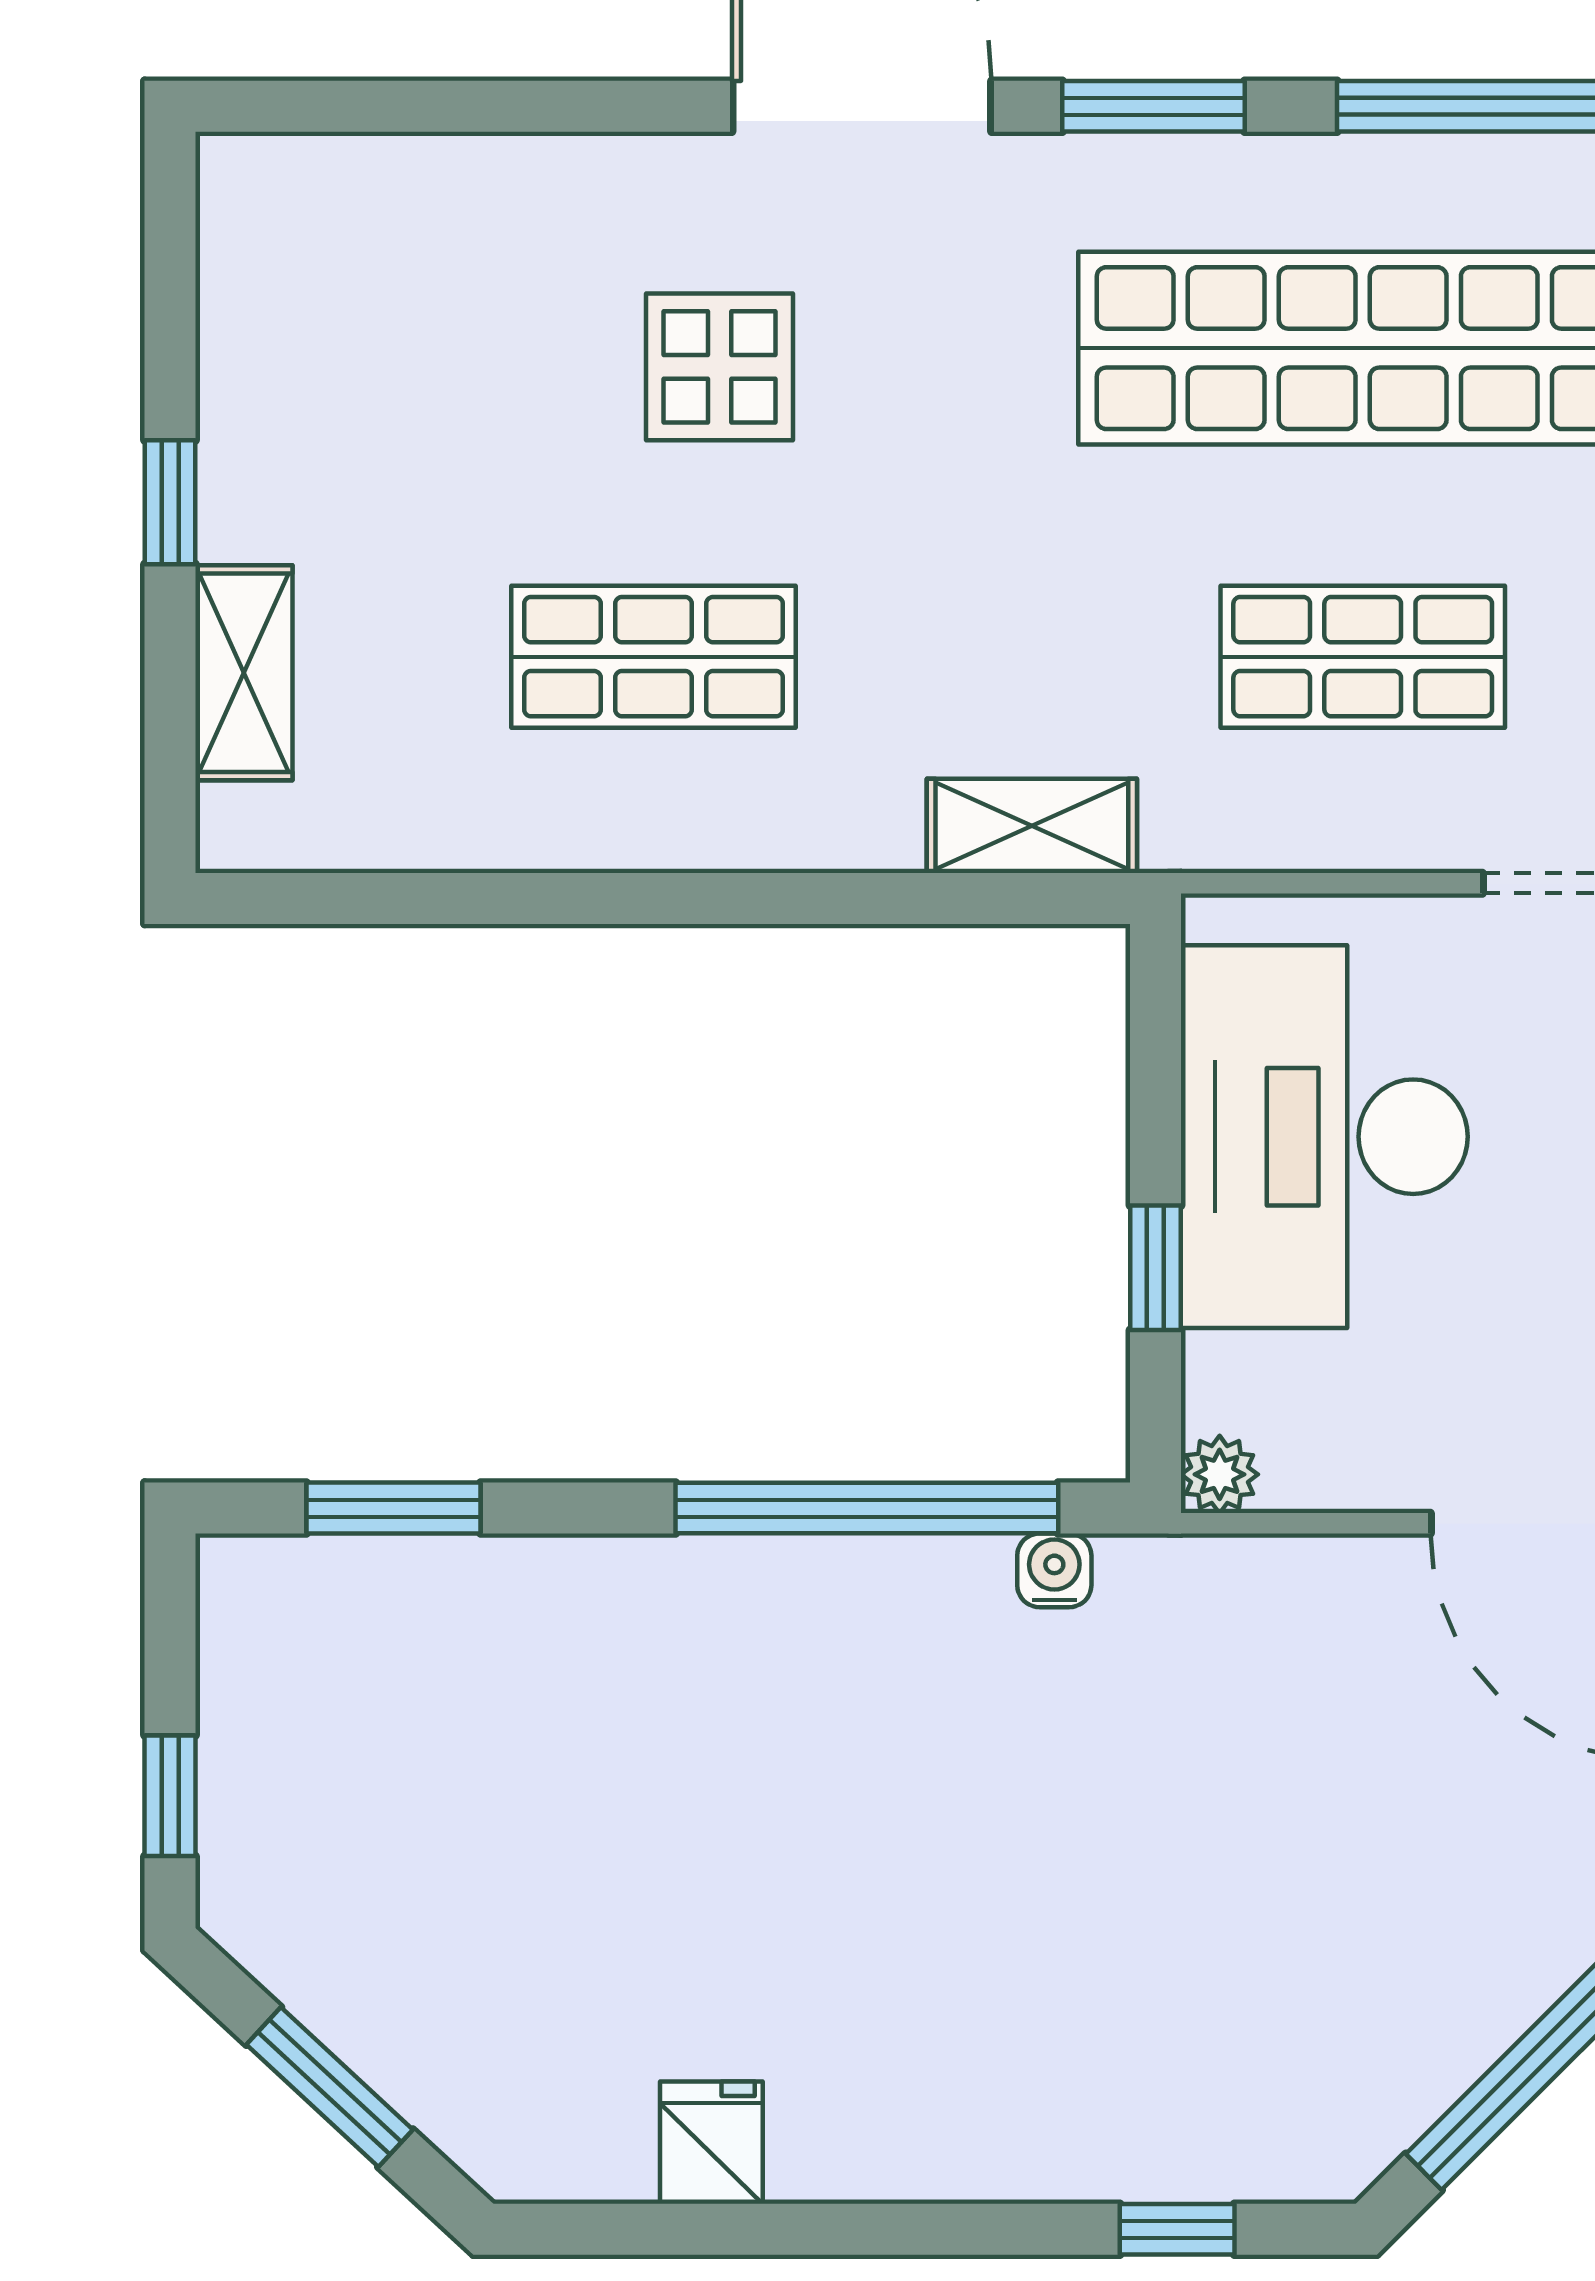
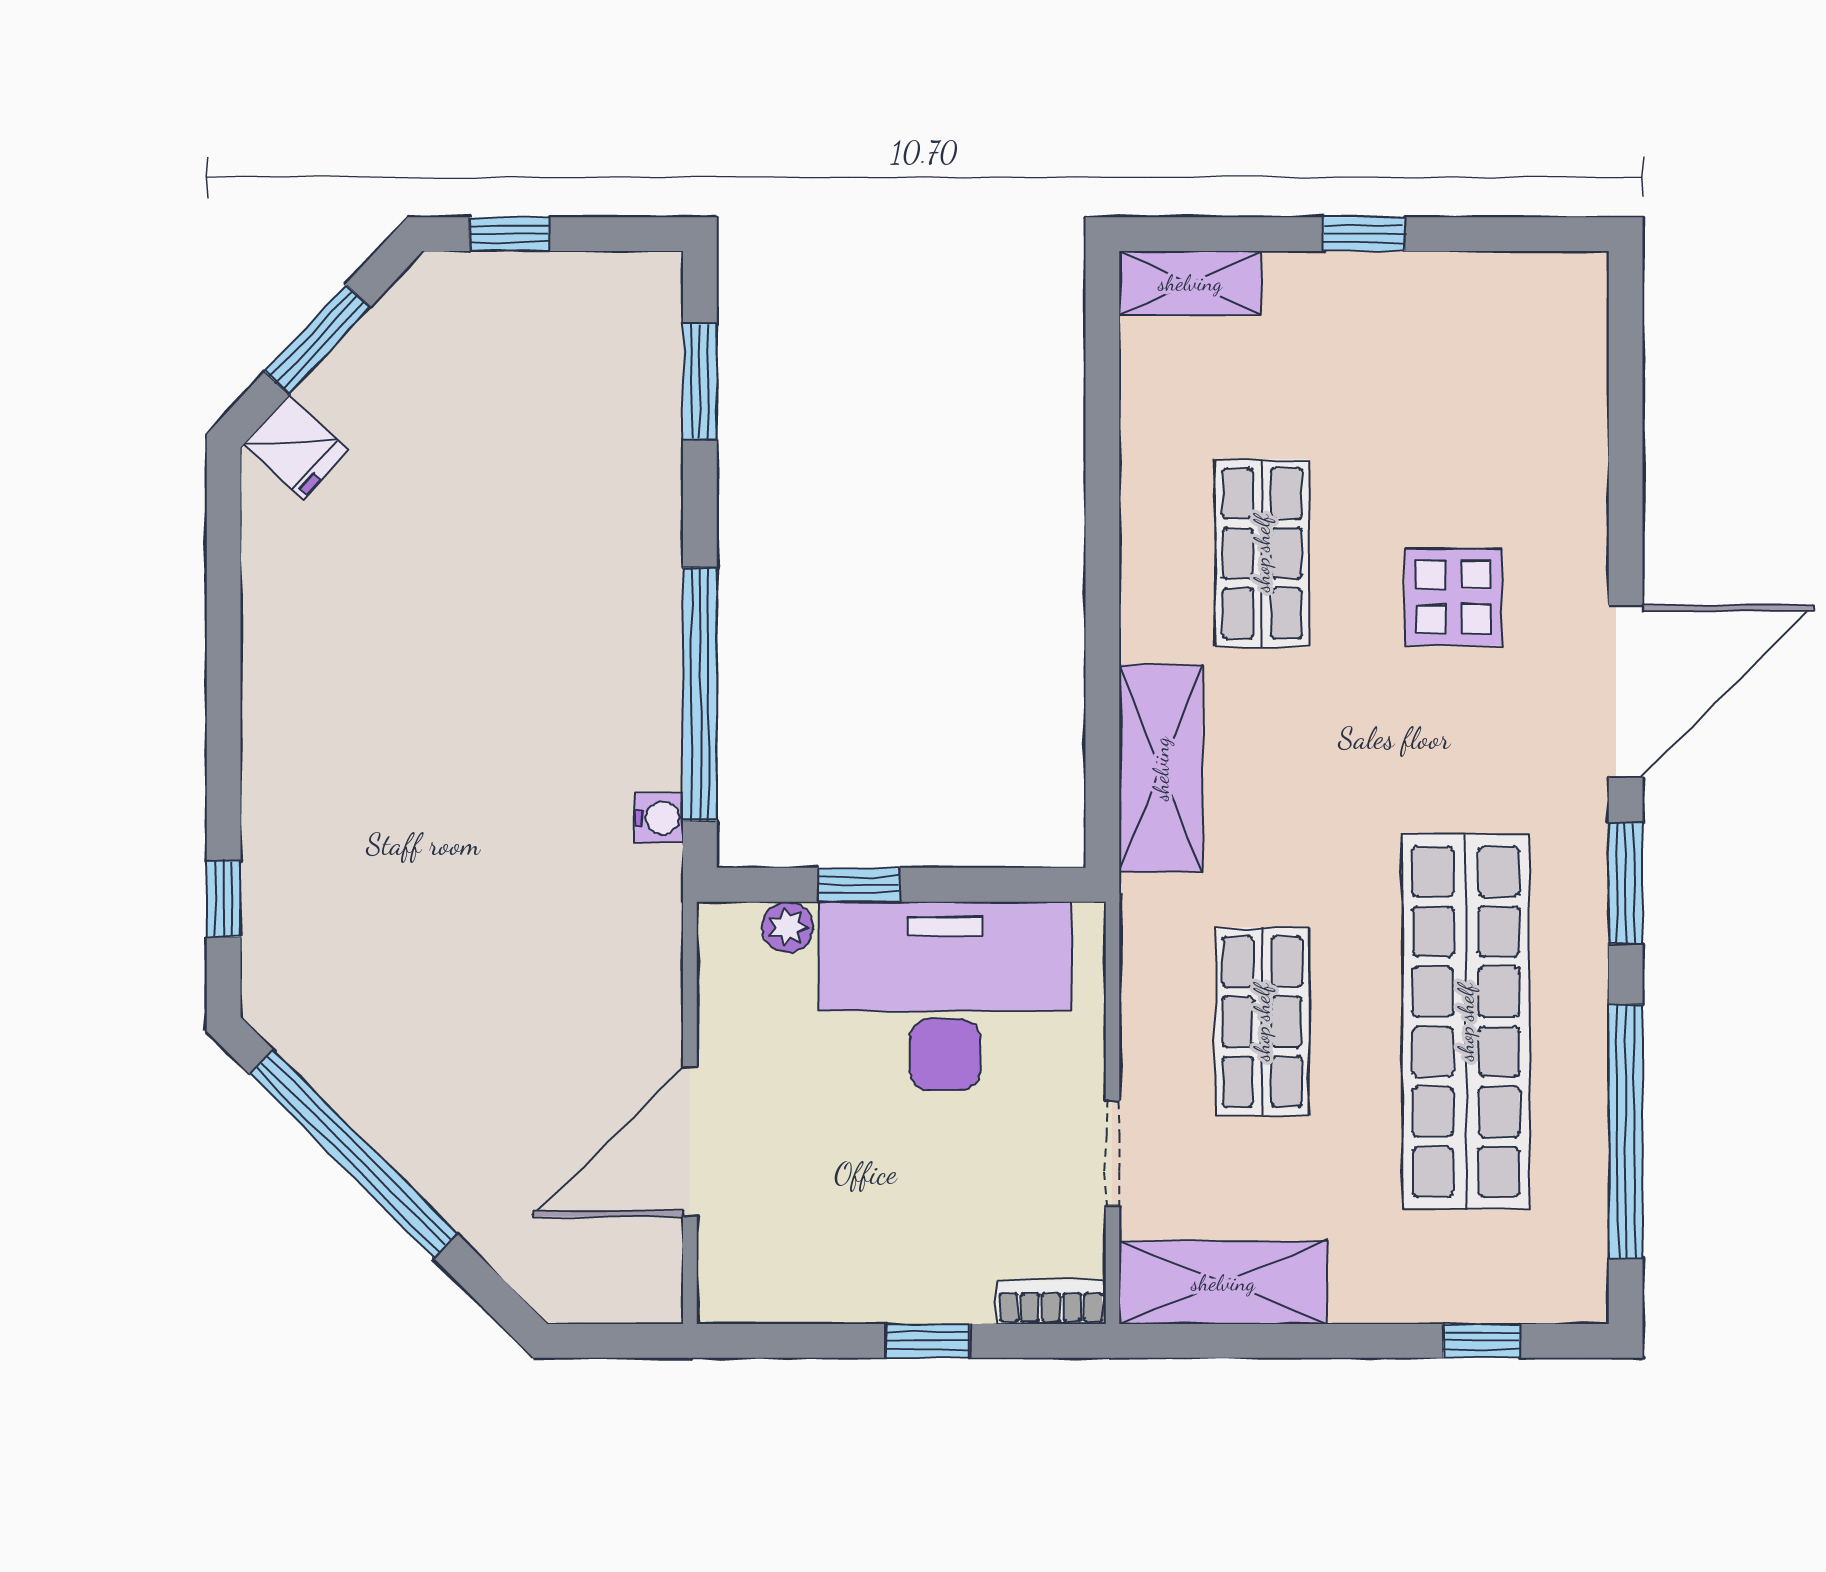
shelving: (244, 673) -> (1190, 283), moved
shelving: (1032, 826) -> (1161, 769), width x1.50, depth x1.33
plant: (1220, 1474) -> (788, 927), moved
fridge: (711, 2143) -> (296, 447), moved, turned 43

